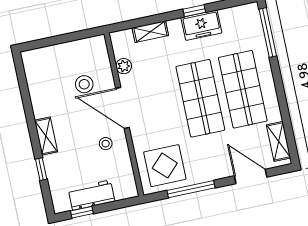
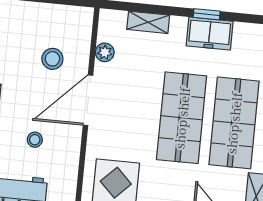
door: (122, 108) -> (88, 100), hinge flipped
stool: (106, 144) -> (35, 140), moved

